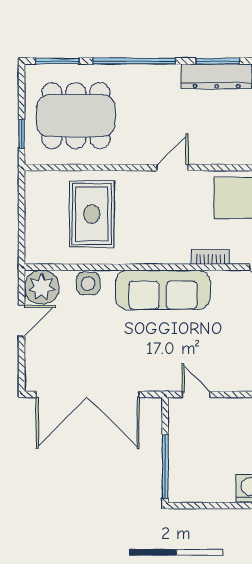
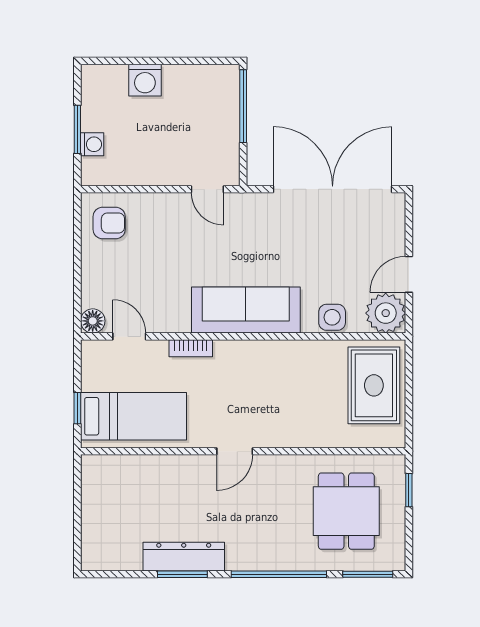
dining table: (76, 116) -> (346, 511), width x0.73
rug: (92, 214) -> (374, 385), moved

